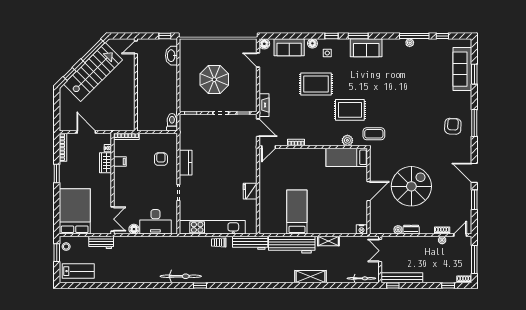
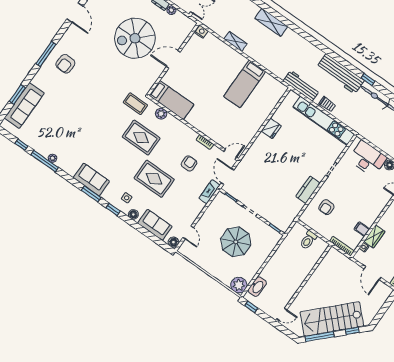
plant: (187, 46) -> (239, 285), added
armchair: (297, 116) -> (189, 164), added
toilet: (172, 122) -> (308, 240), moved
workbench: (292, 245) -> (340, 74), moved, turned 180

